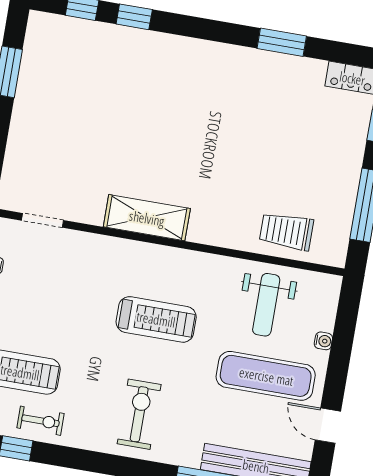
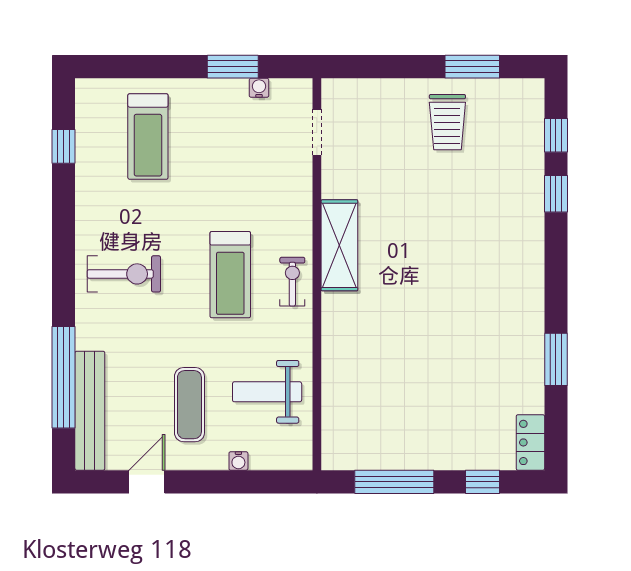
trolley: (286, 231) -> (447, 122), moved, turned 180
exercise mat: (266, 376) -> (189, 405), width x0.73, depth x0.69
exercise bike: (40, 421) -> (292, 282), moved, turned 180

